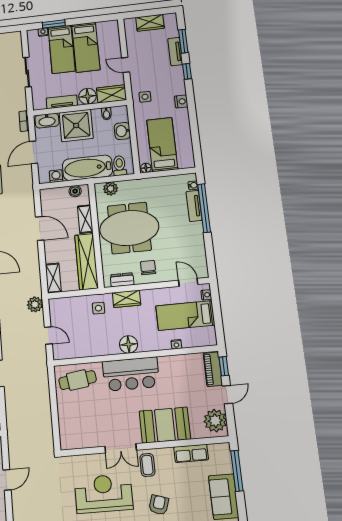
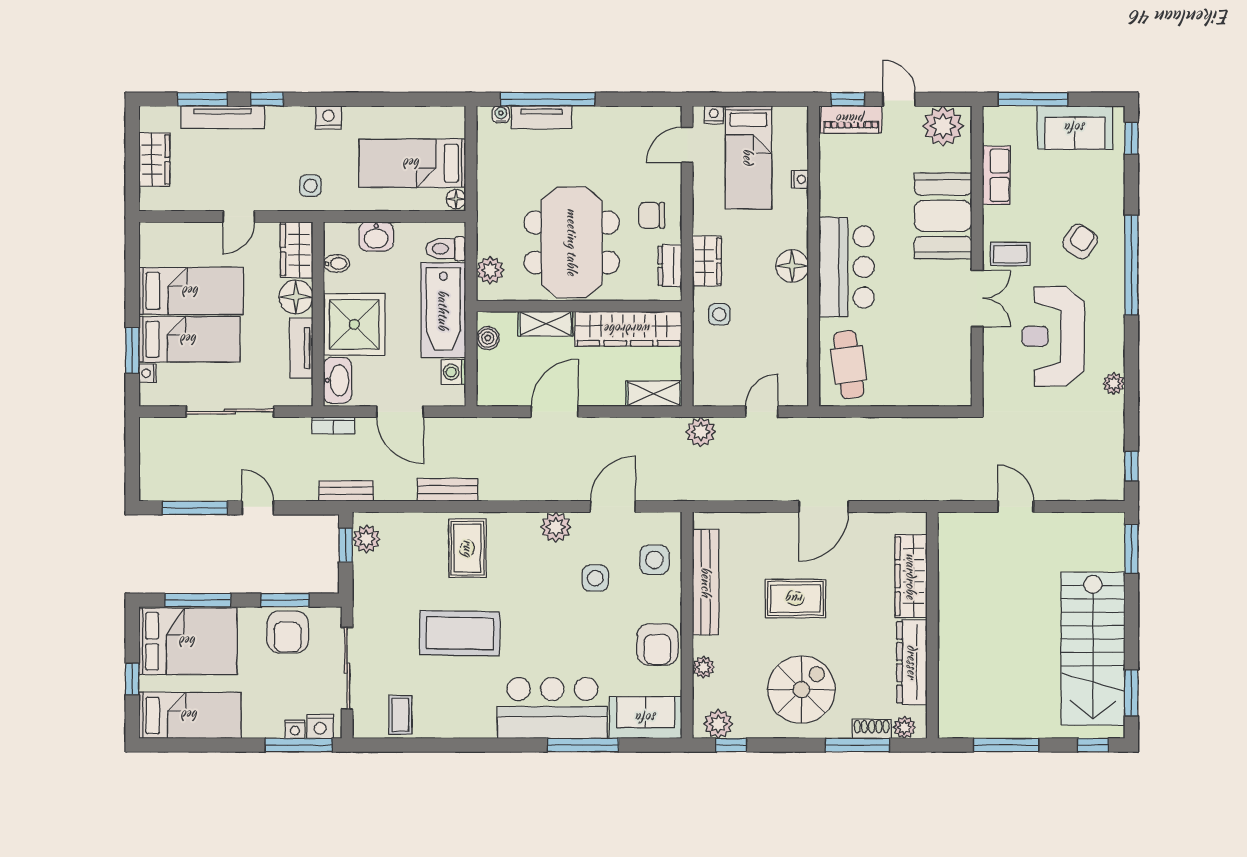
tv unit: (175, 52) -> (223, 117), width x1.41
sliding door: (27, 72) -> (230, 412), width x1.37
armchair: (159, 505) -> (1080, 241), turned 106

